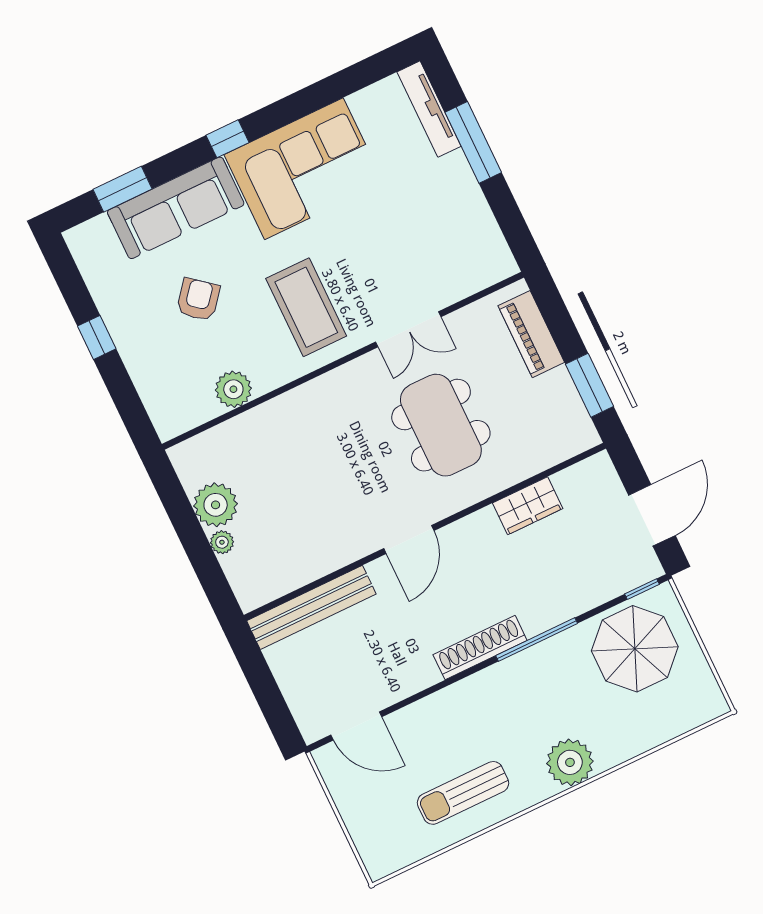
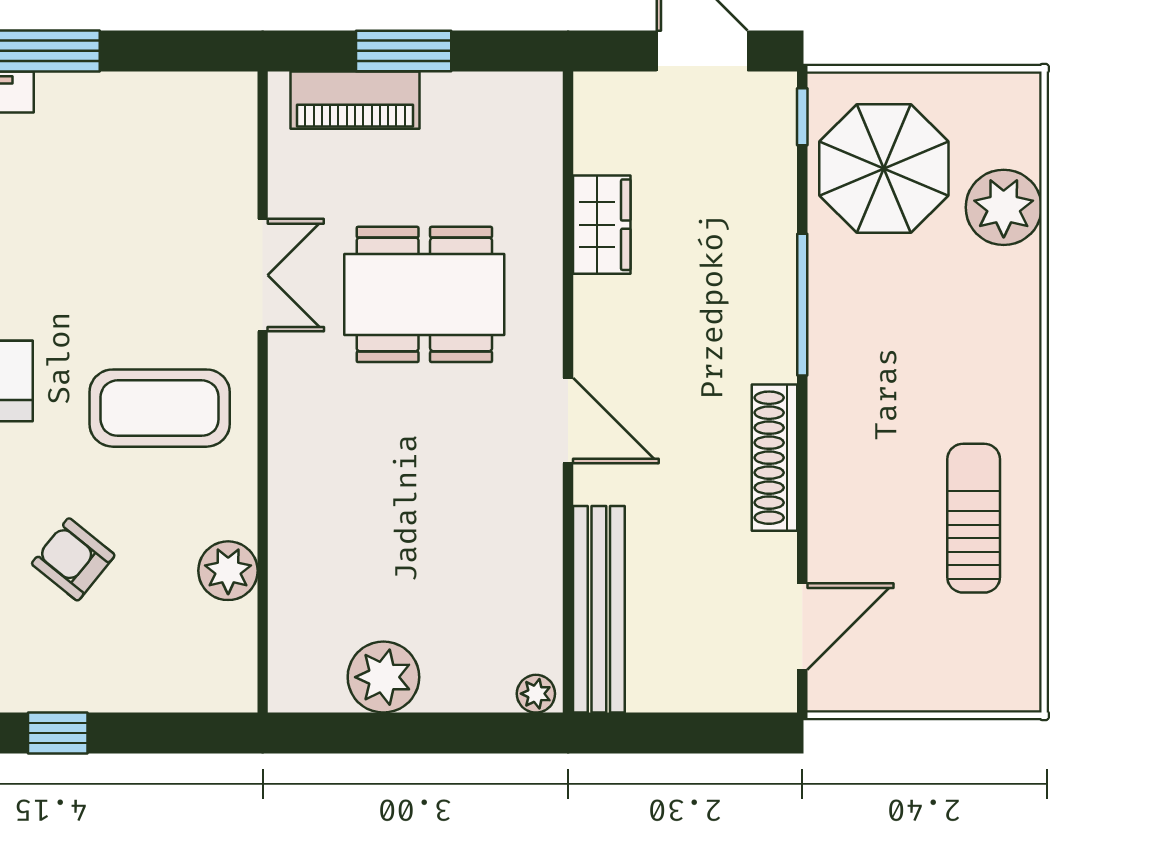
window: (590, 385) -> (404, 51), moved
plant: (222, 542) -> (536, 694), moved
shoe rack: (480, 648) -> (775, 458), moved
plant: (570, 762) -> (1004, 207), moved
sun lounger: (463, 793) -> (974, 518), turned 180

